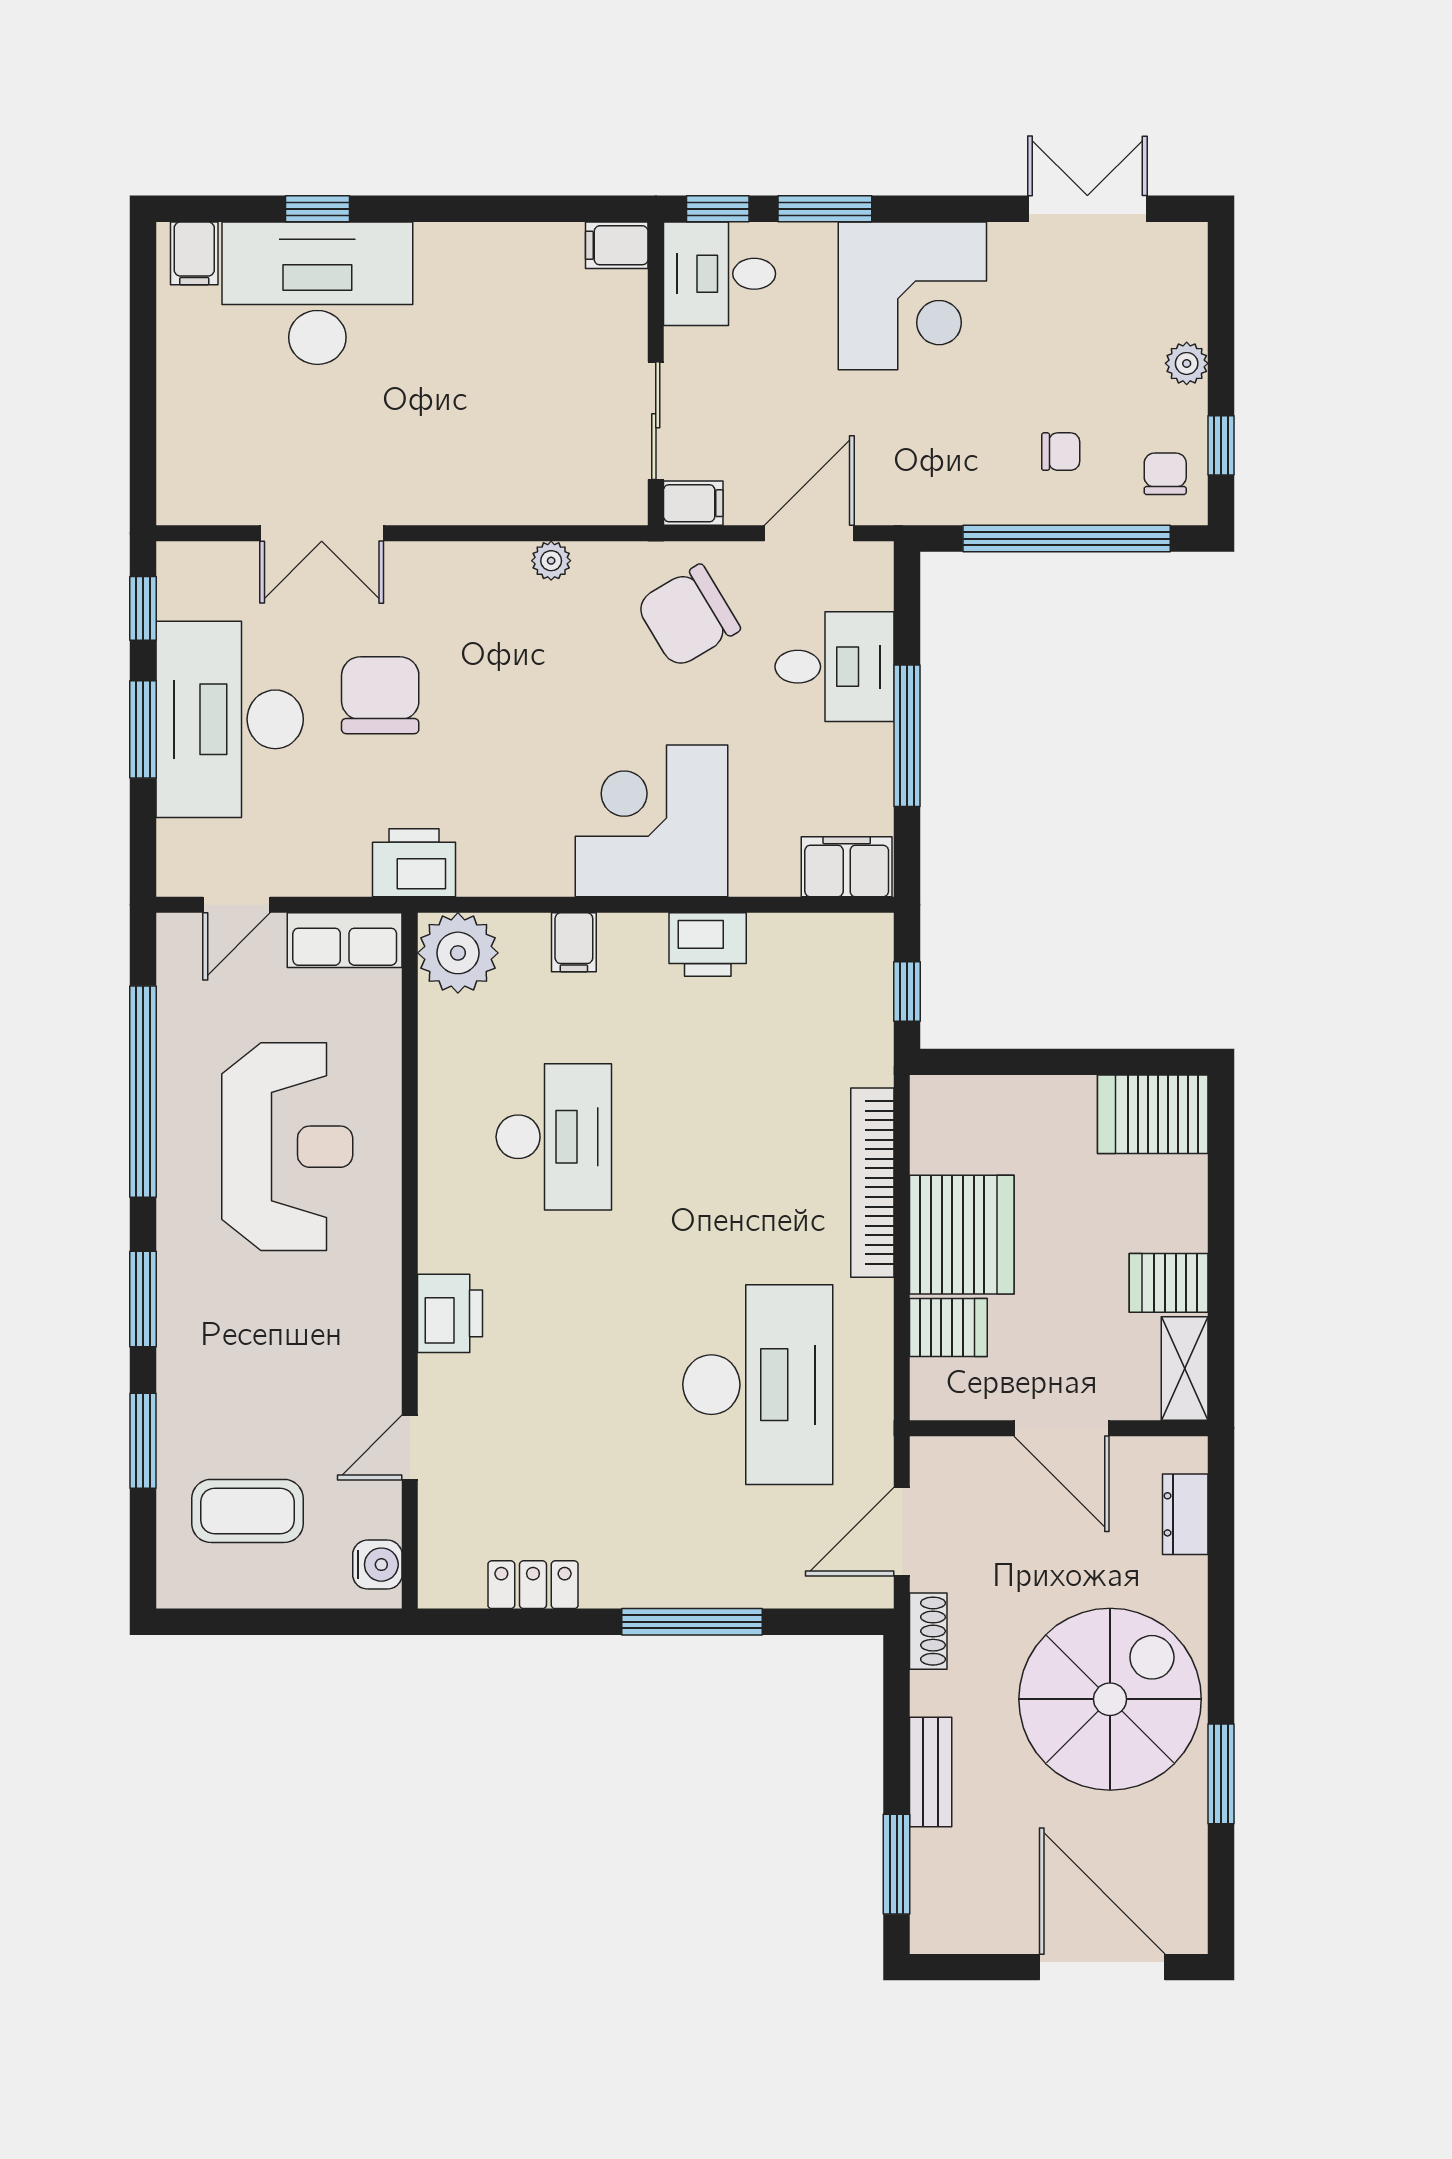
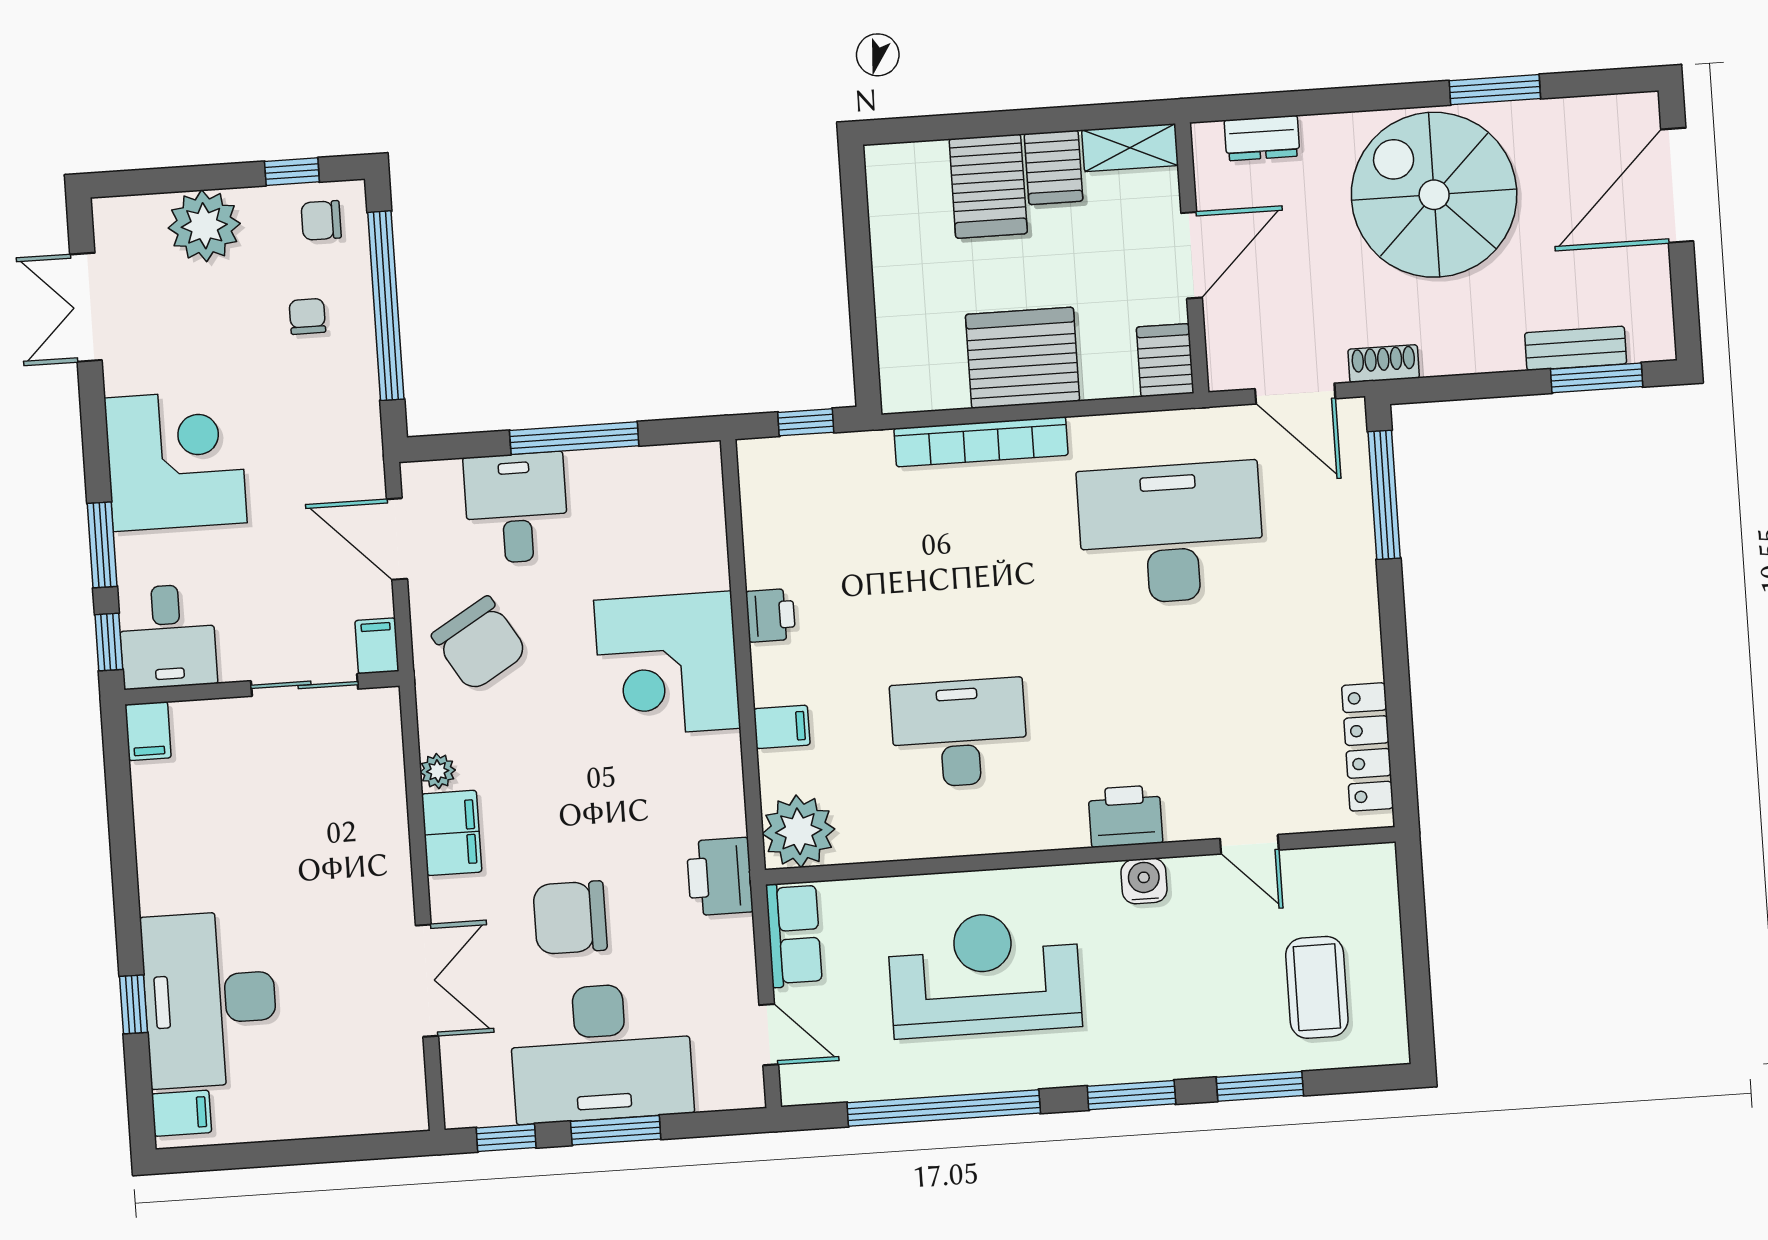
plant: (1187, 363) -> (204, 226), width x1.88, depth x1.88
filing cabinet: (847, 867) -> (452, 833), moved, turned 180
printer: (708, 945) -> (771, 615), width x0.73, depth x0.81
server rack: (1153, 1114) -> (988, 186), moved
server rack: (948, 1327) -> (1165, 360), moved
water cooler: (377, 1565) -> (1144, 881), moved
locker: (533, 1585) -> (1368, 747), width x1.53
window: (692, 1622) -> (1384, 495), moved
bench: (931, 1772) -> (1576, 348), moved

